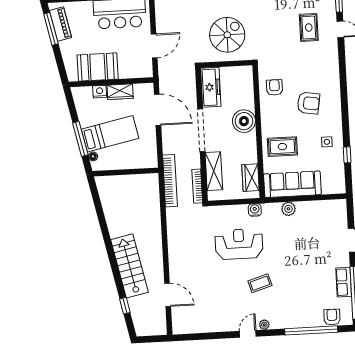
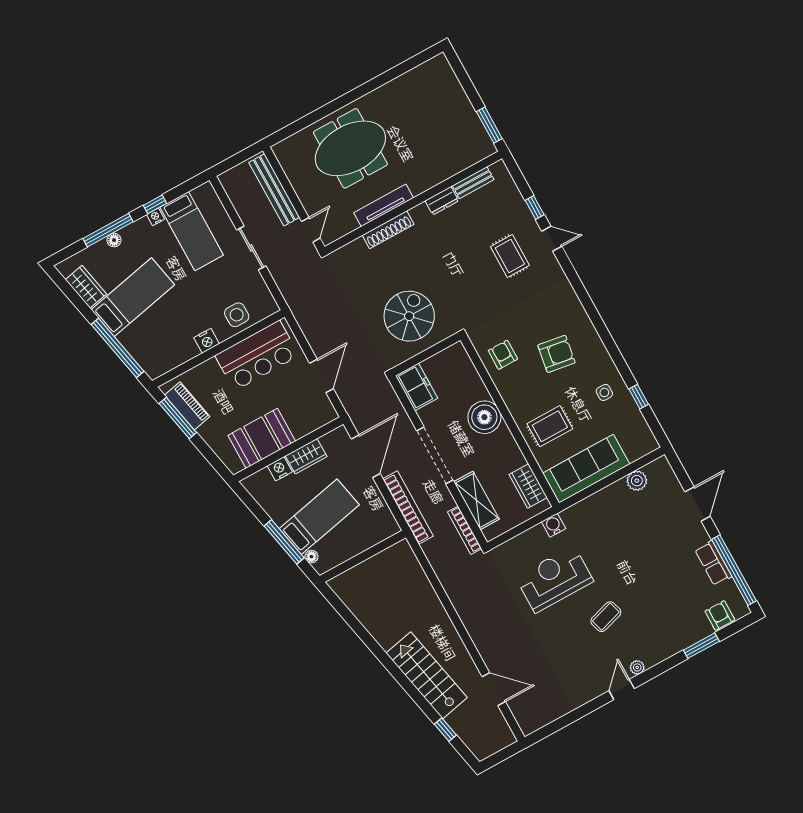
freezer: (211, 87) -> (417, 387), width x0.71
door: (158, 110) -> (366, 456), hinge flipped
bookcase: (170, 181) -> (408, 507), moved
plant: (288, 209) -> (637, 481), moved
window: (311, 330) -> (701, 646), width x0.47

